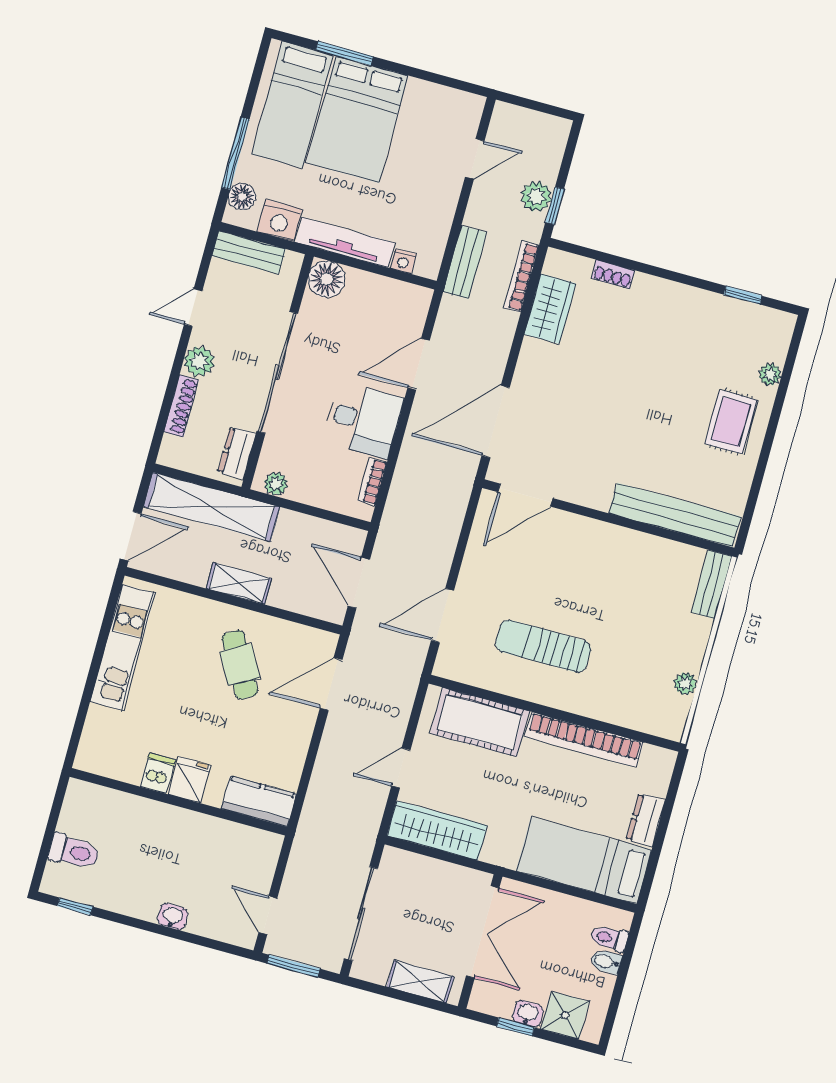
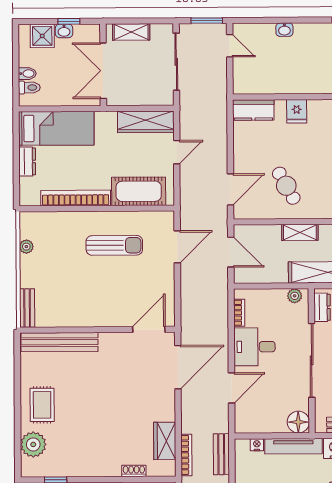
plant: (770, 374) -> (33, 444), width x1.88, depth x1.88
dishwasher: (158, 773) -> (316, 110), removed

